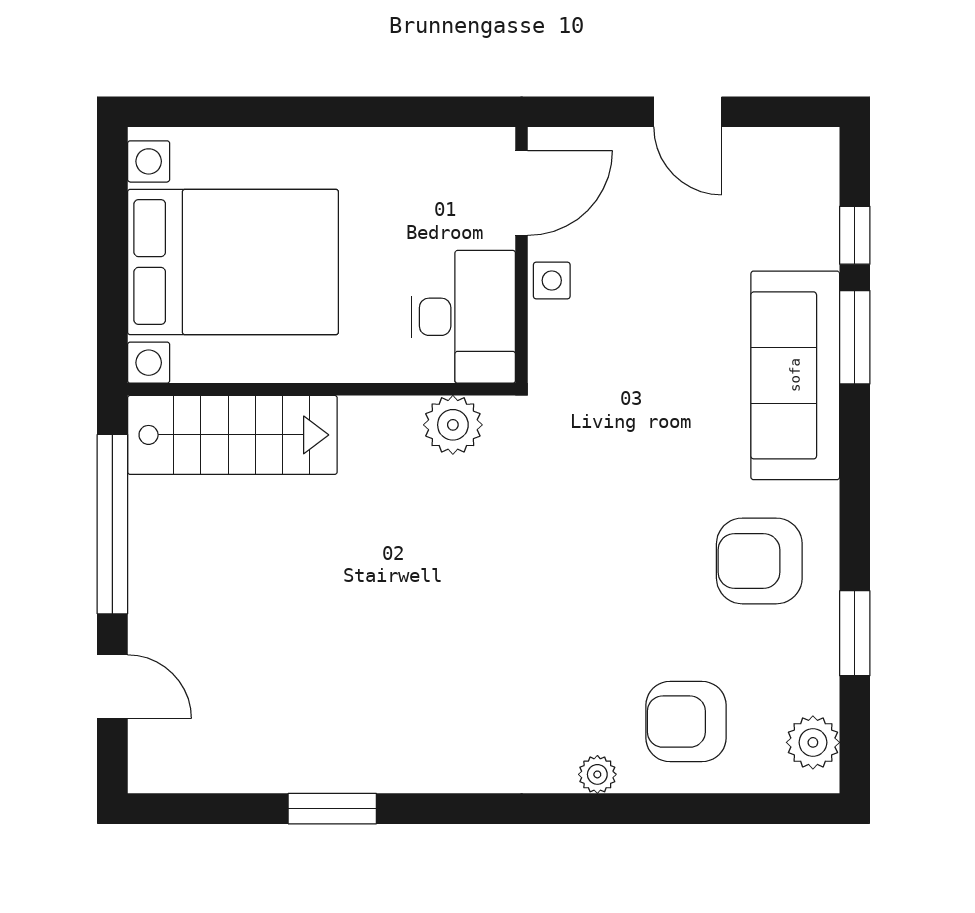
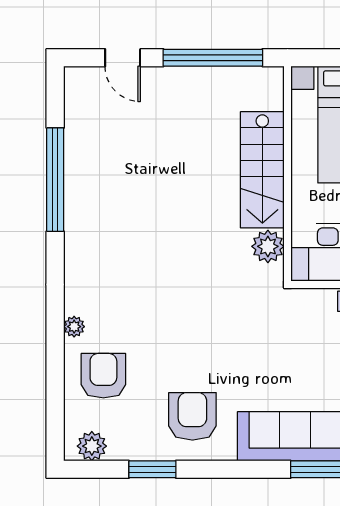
stairs: (232, 435) -> (262, 170), moved
door: (112, 687) -> (123, 58), hinge flipped
window: (332, 809) -> (55, 180), width x2.11

